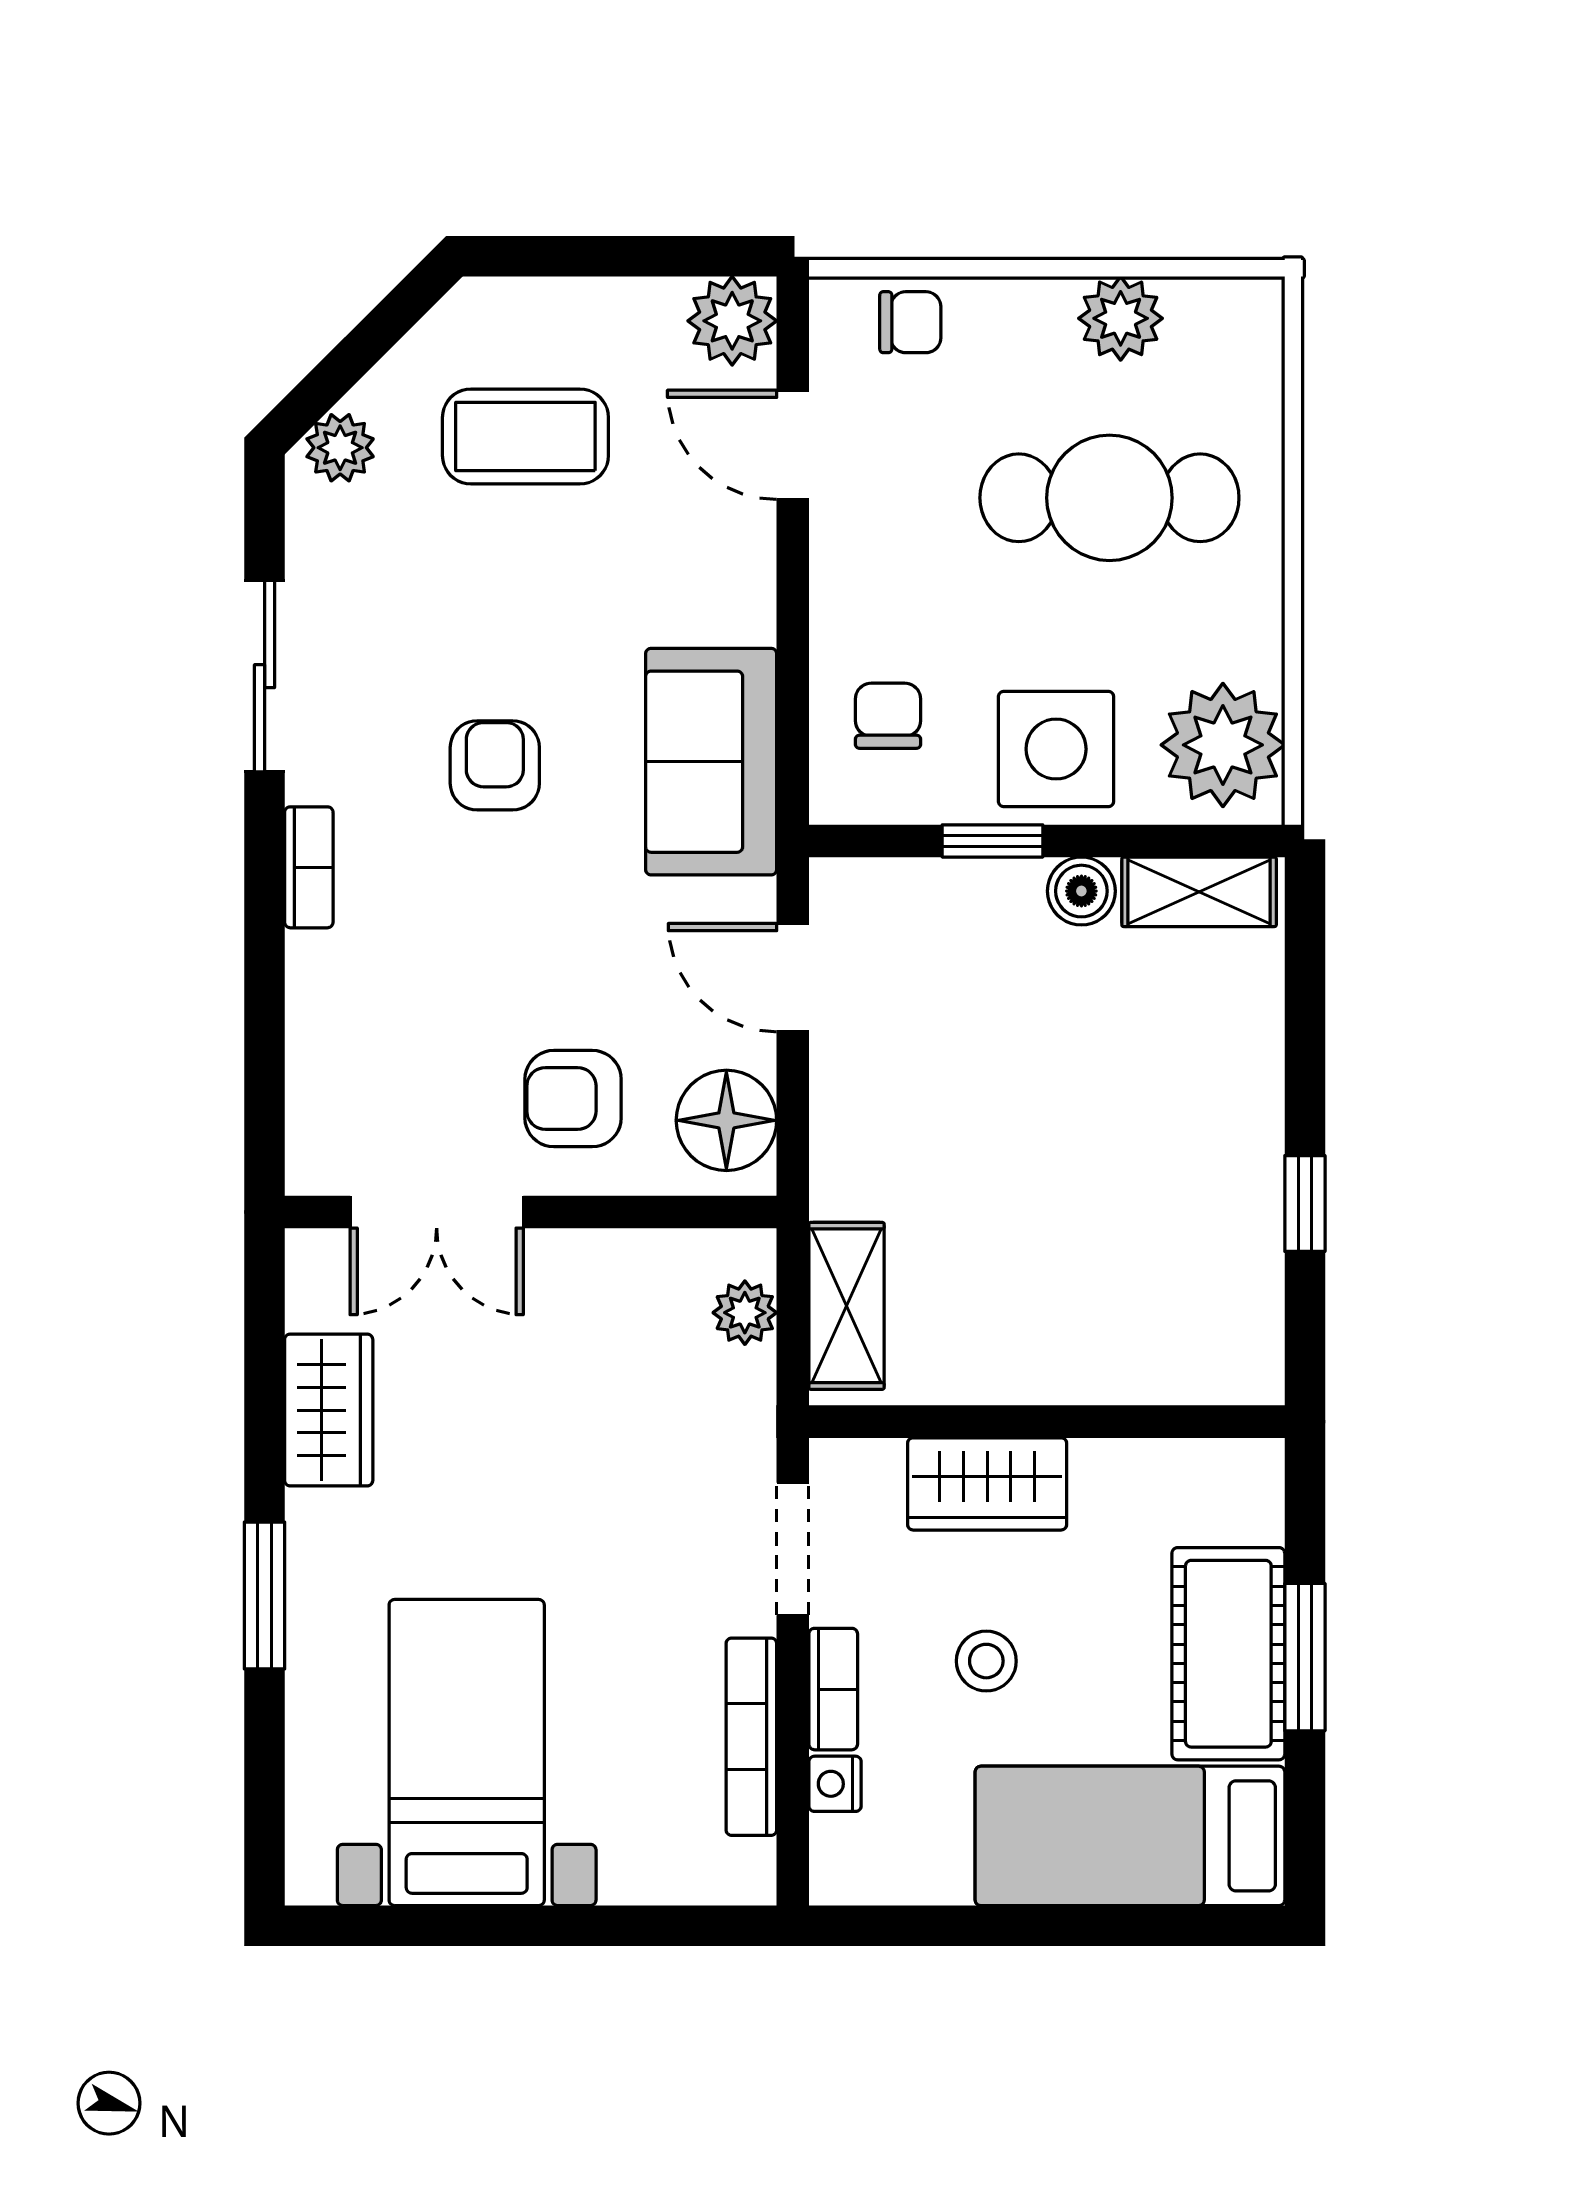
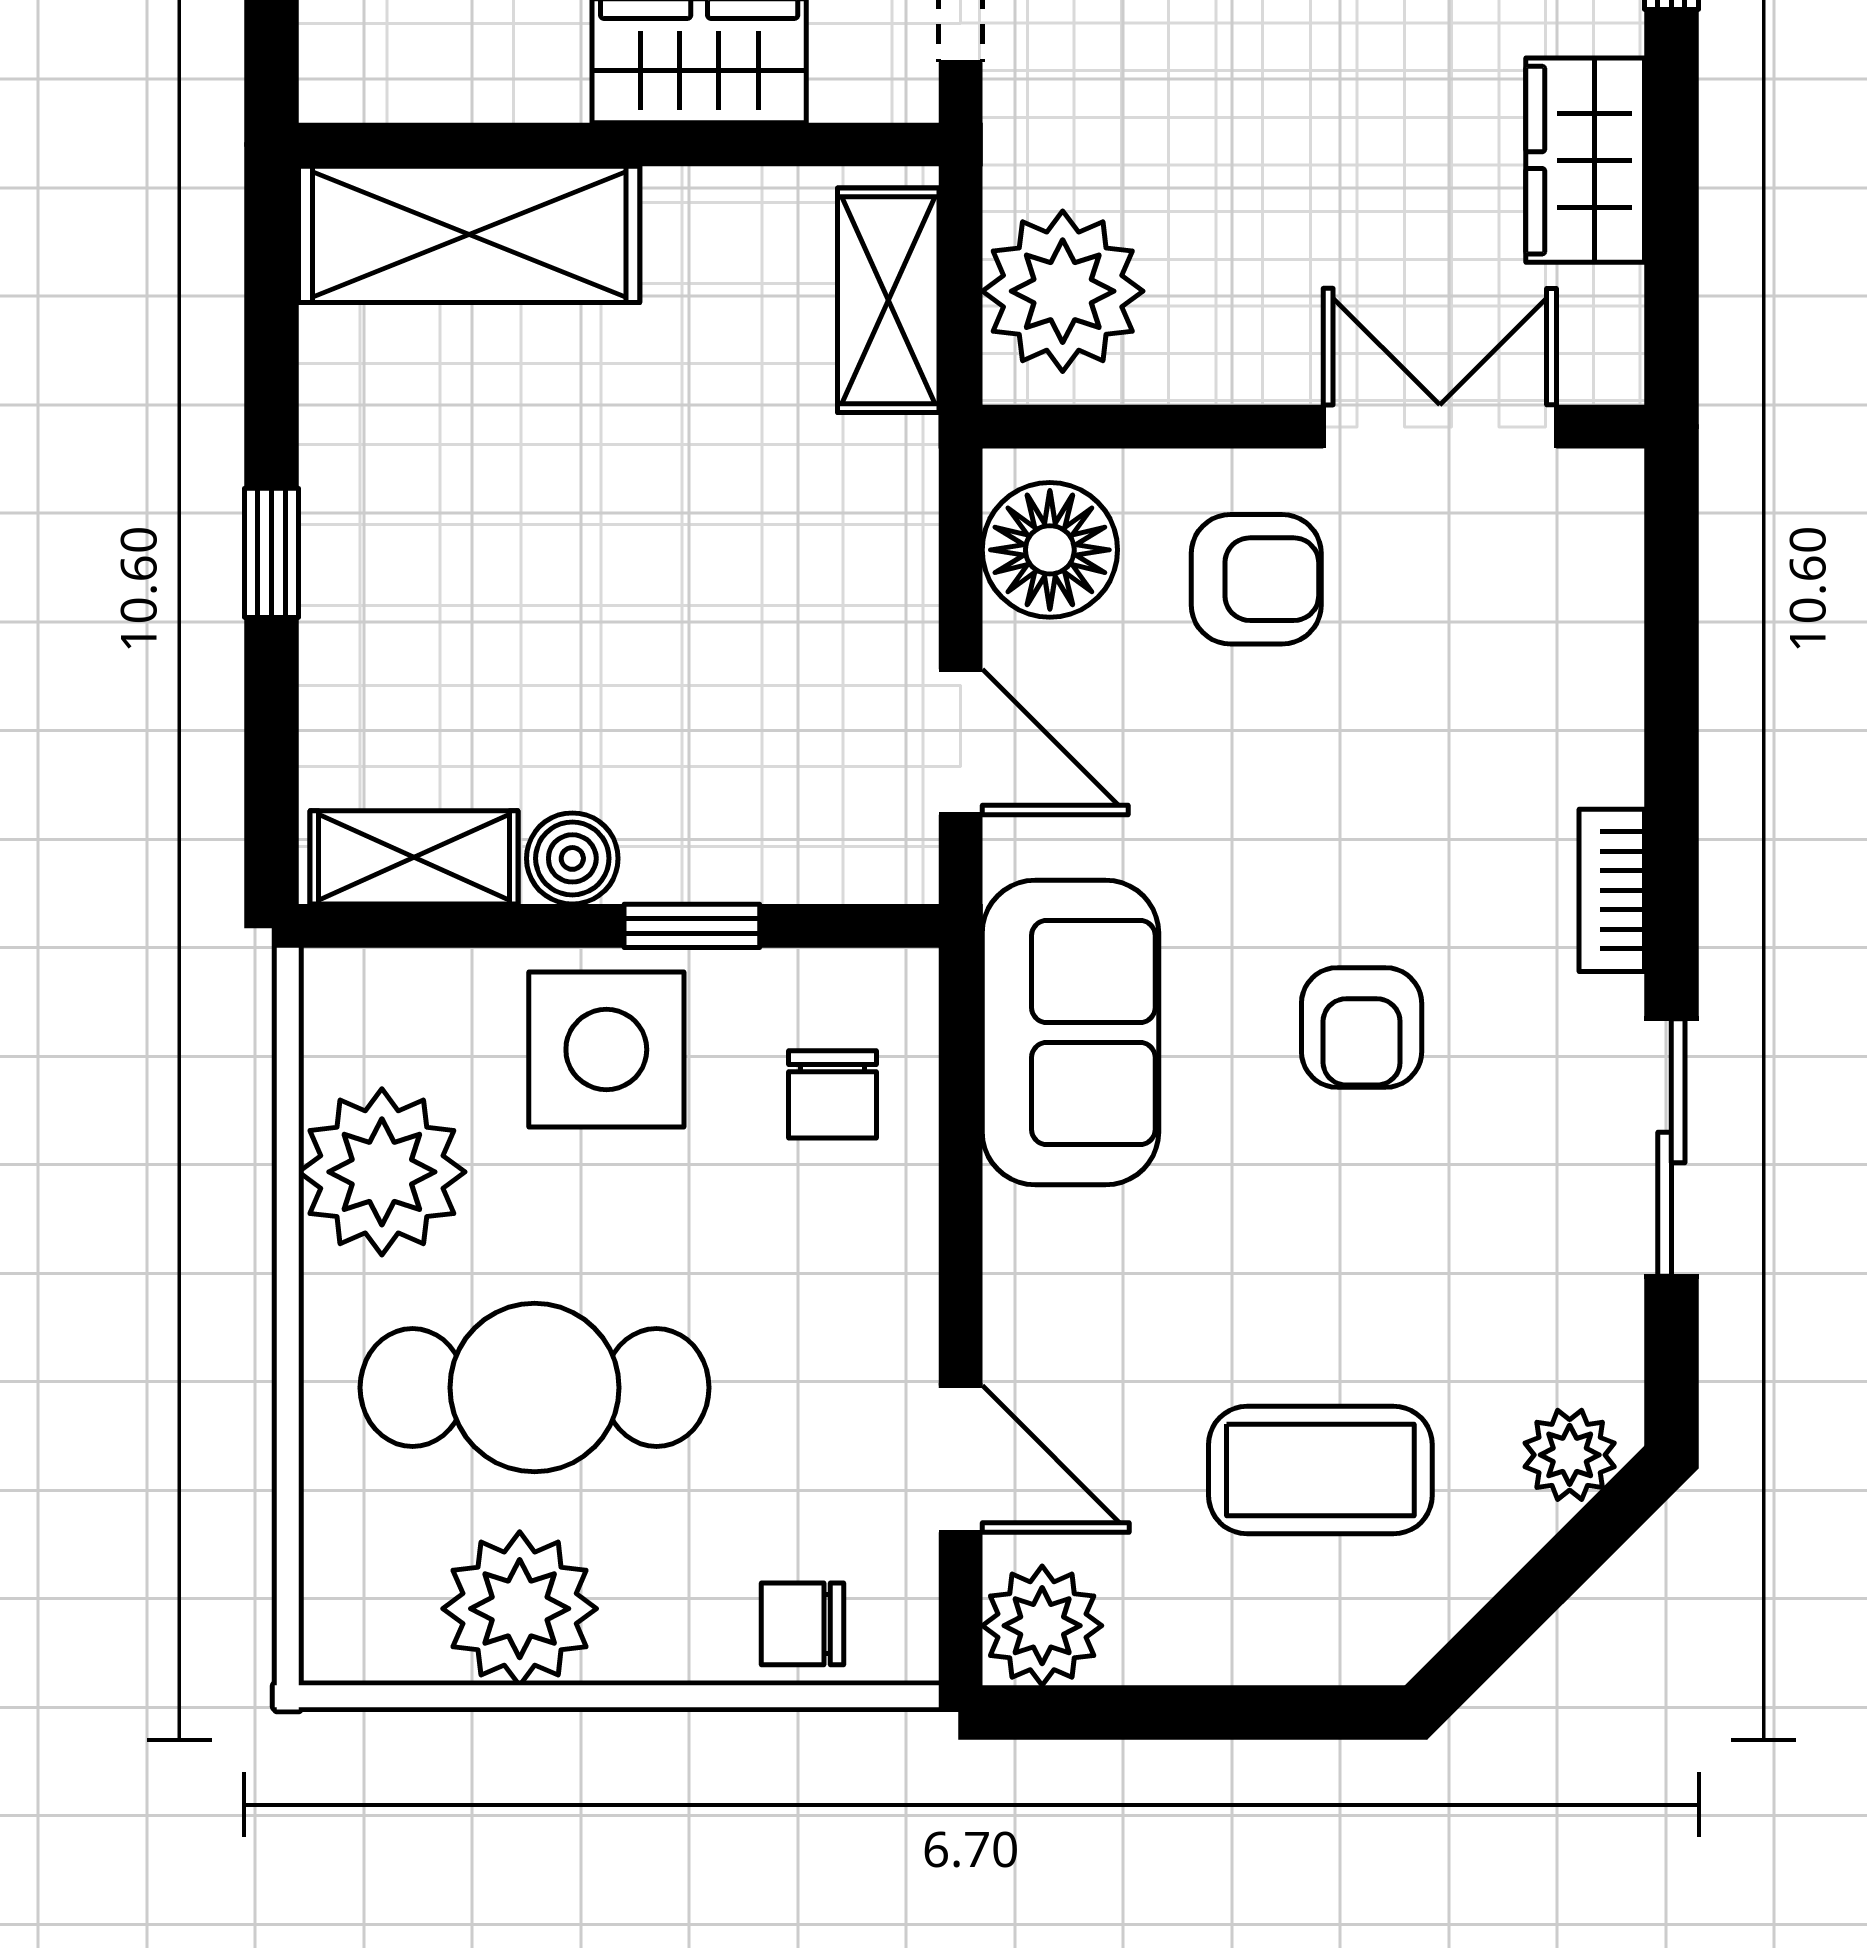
plant: (1121, 318) -> (520, 1609), width x1.36, depth x1.36
plant: (1223, 745) -> (382, 1172), moved
window: (1305, 1203) -> (271, 553), moved
plant: (745, 1313) -> (1063, 291), width x1.88, depth x1.88
shelving: (1158, 1355) -> (469, 234), added

